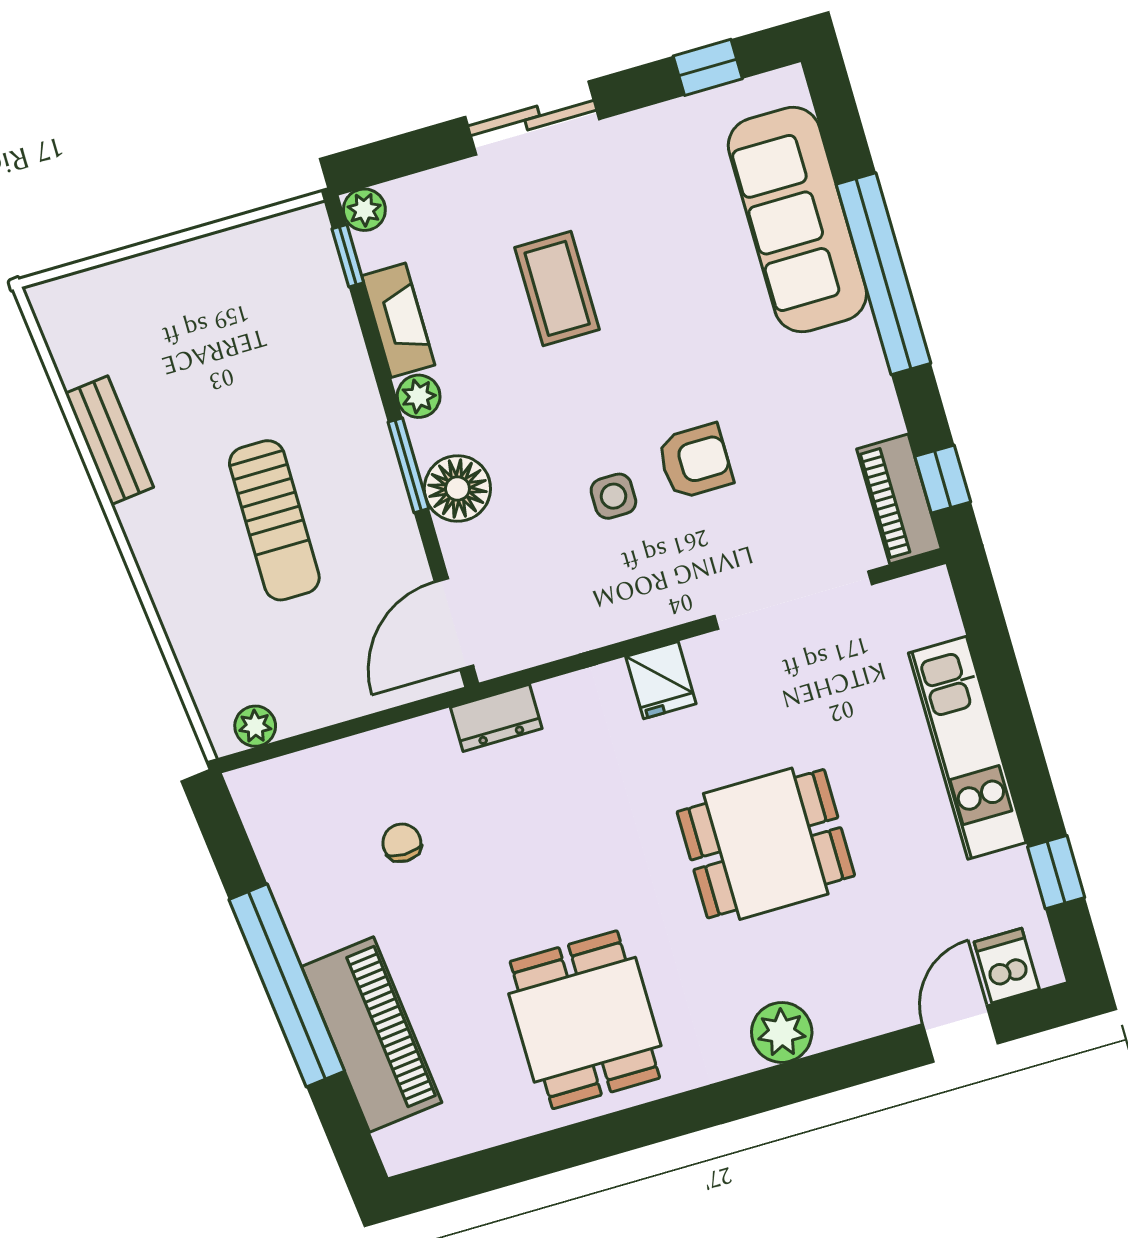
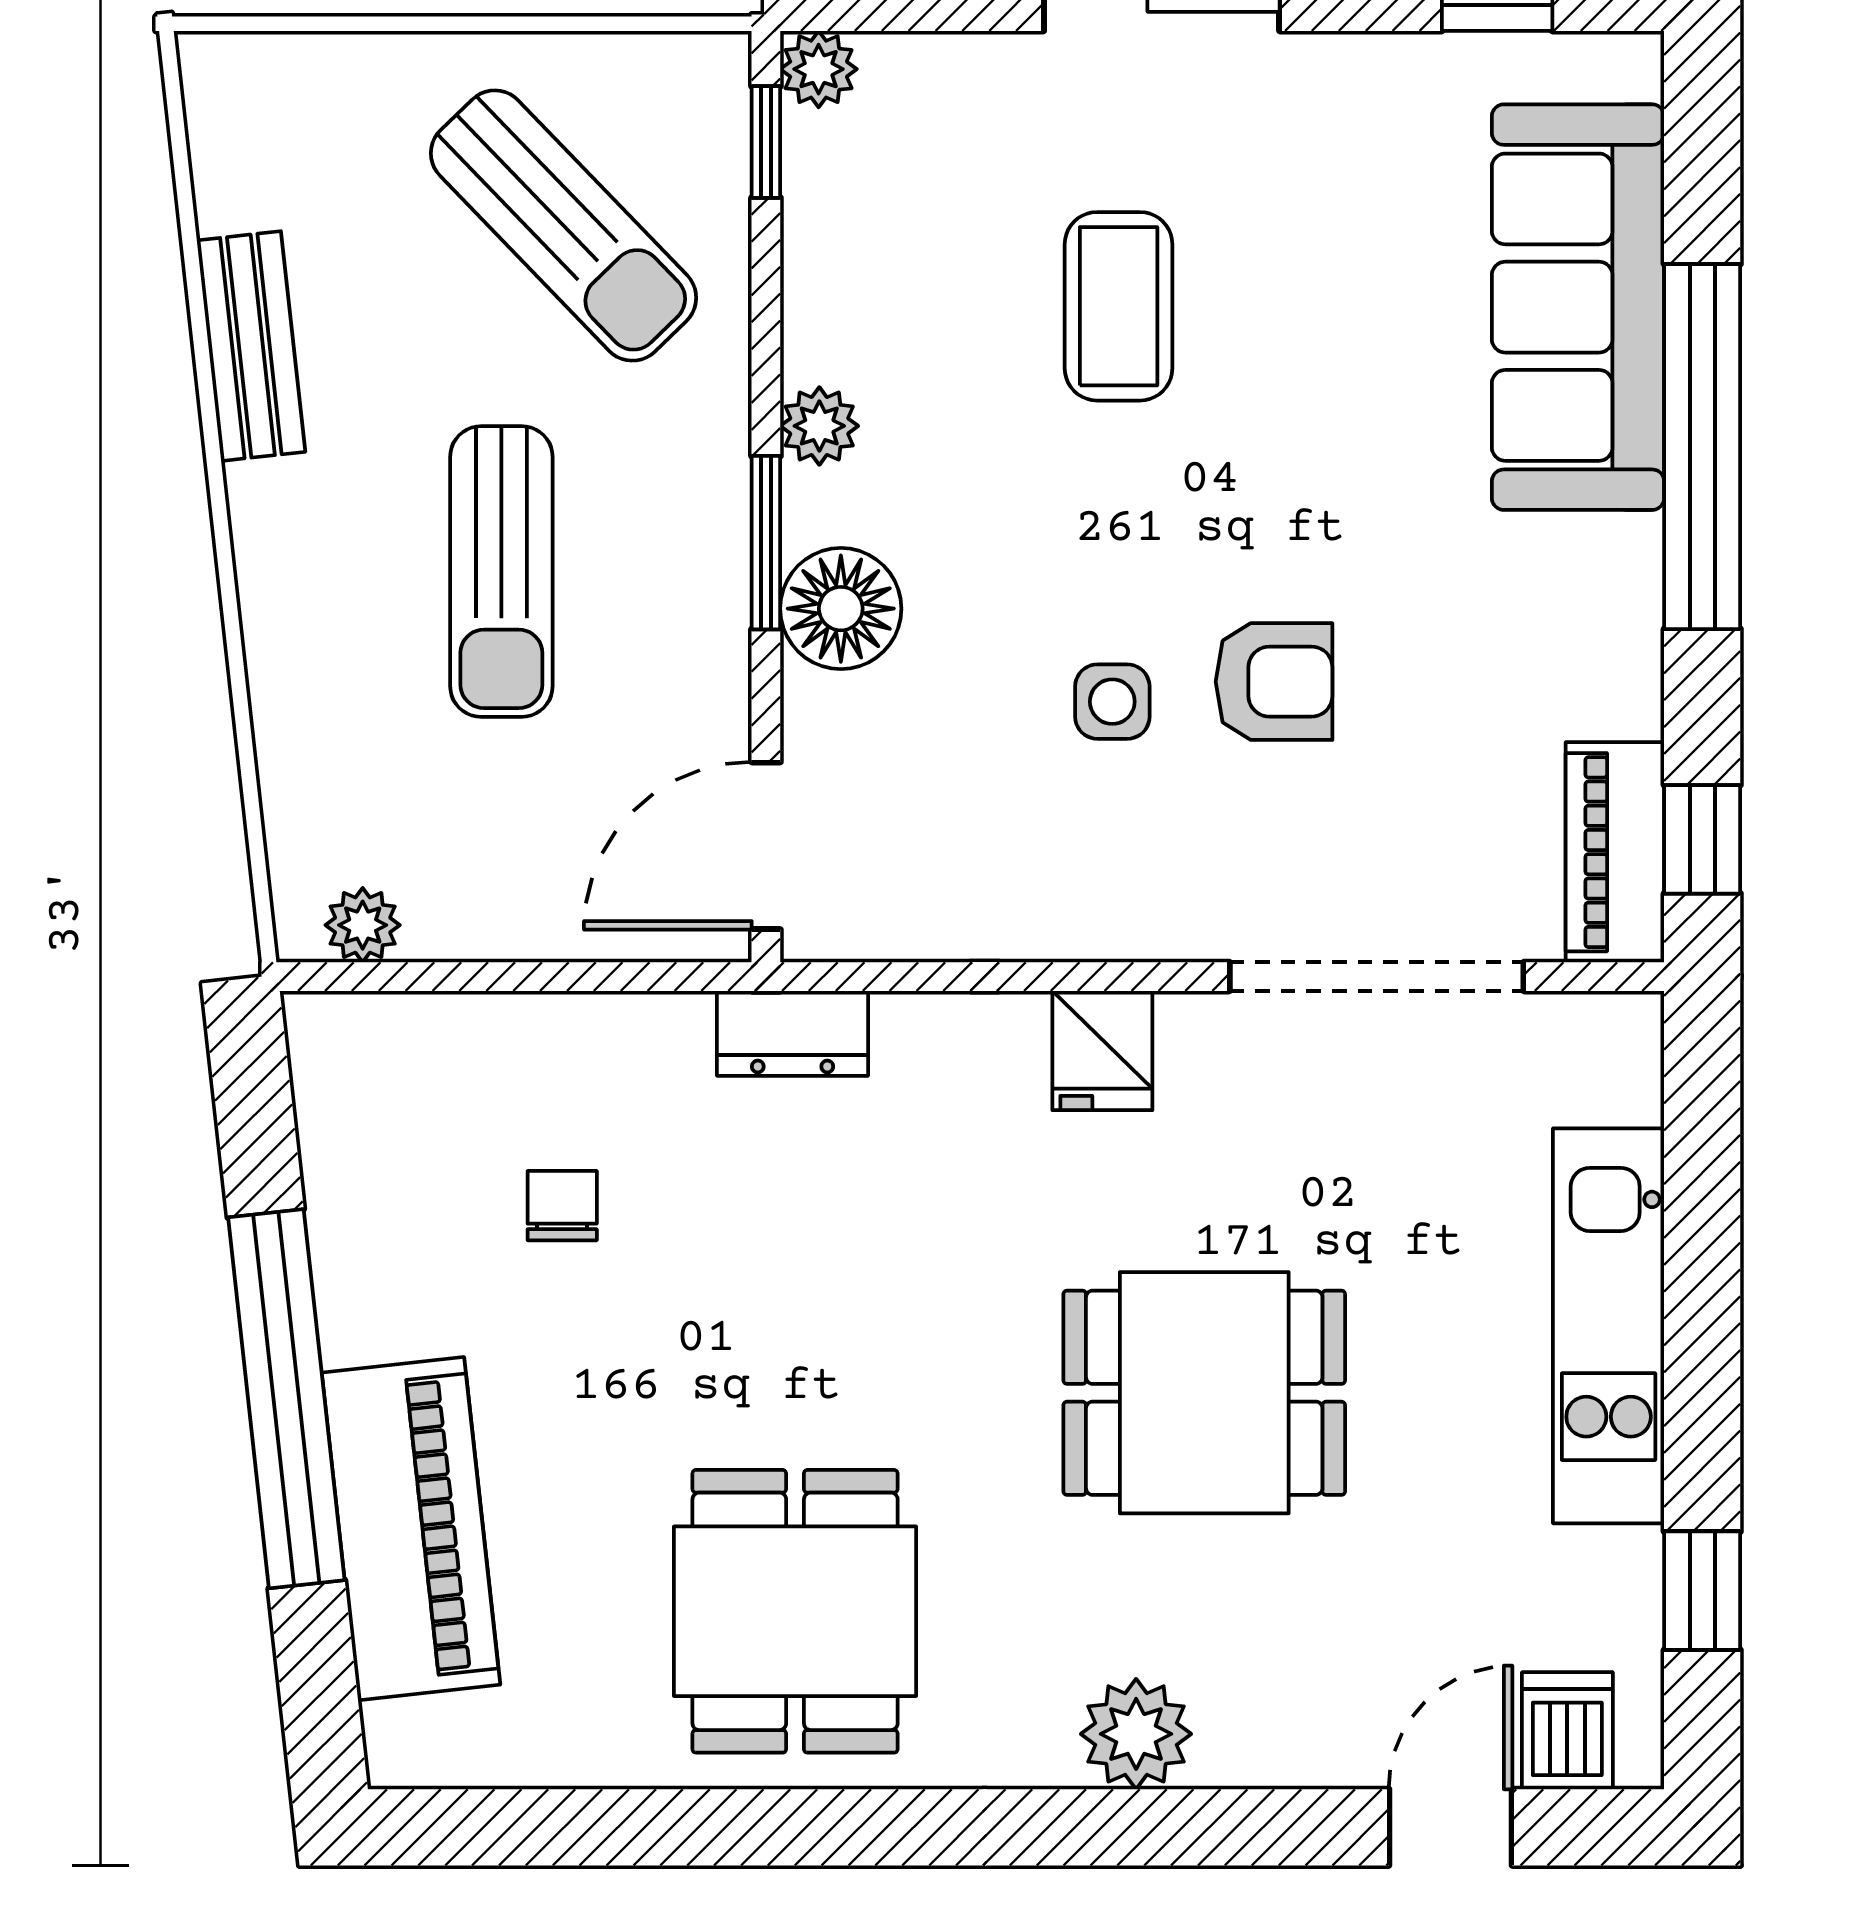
fireplace: (398, 320) -> (822, 282), removed
sun lounger: (255, 330) -> (564, 226), added

